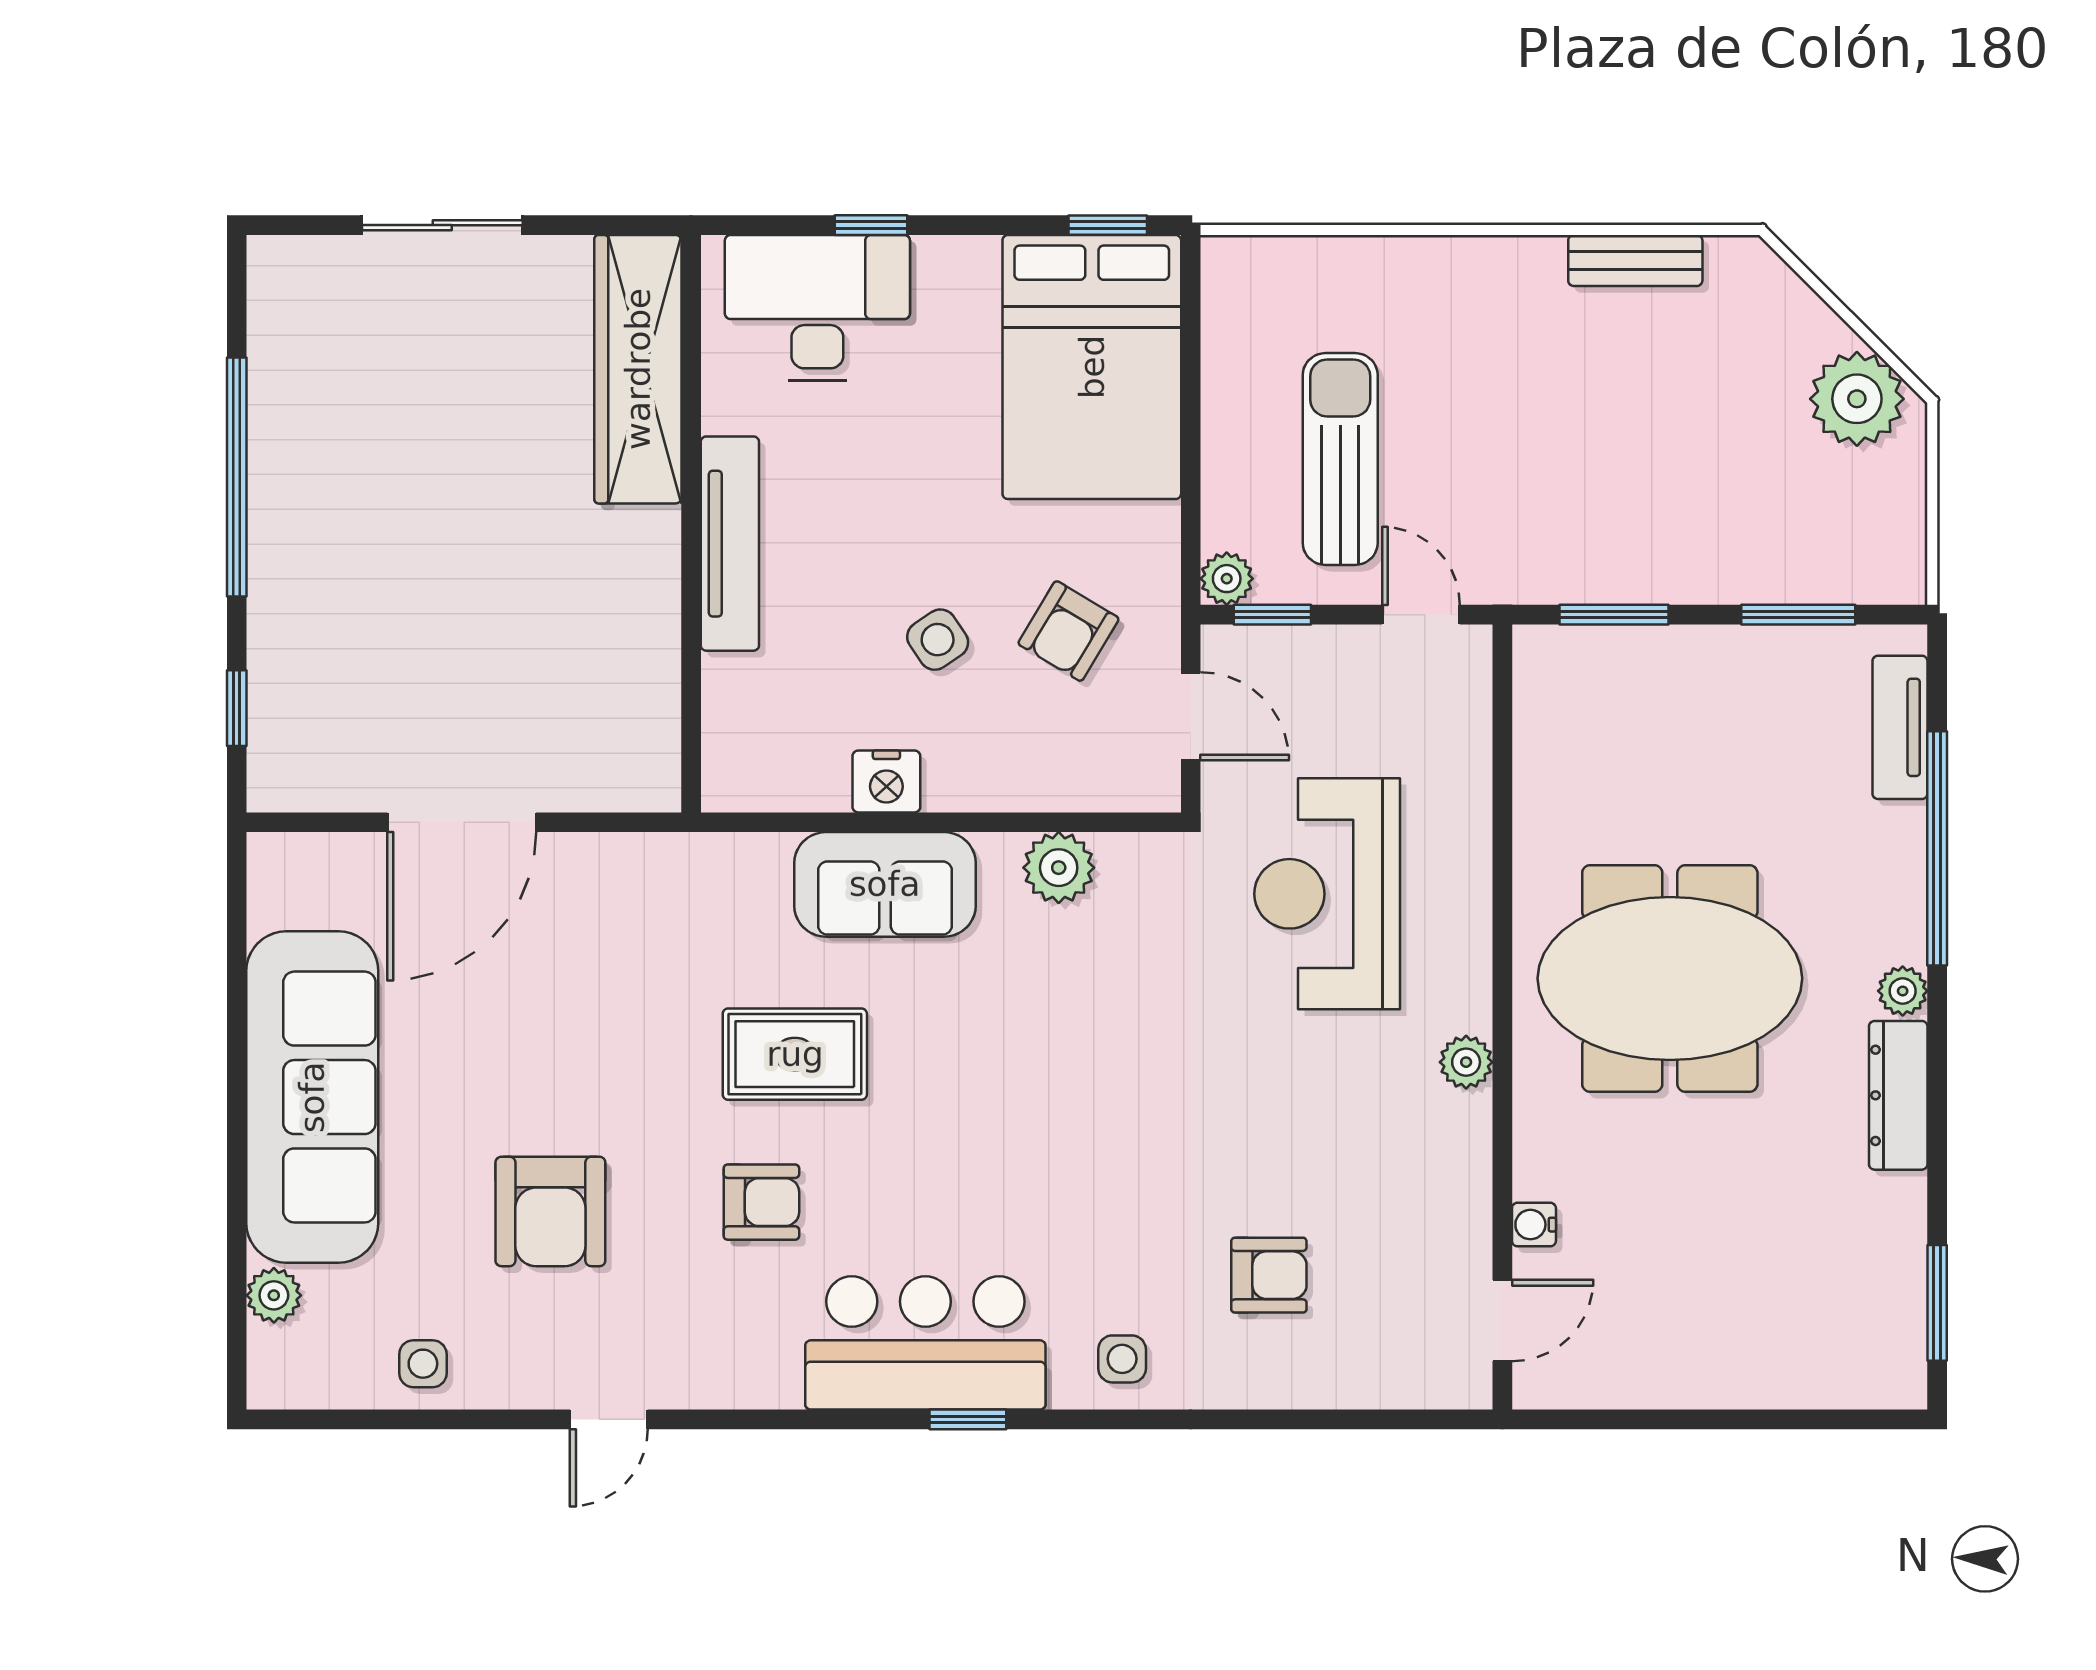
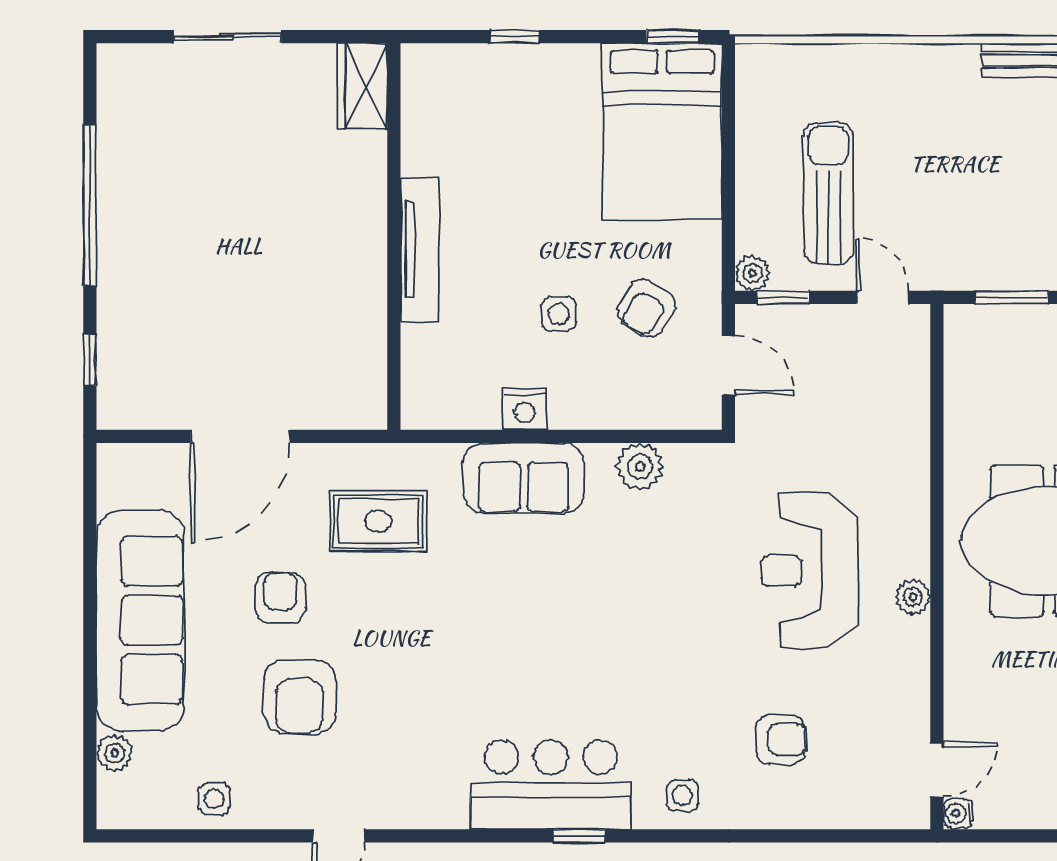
desk: (817, 308) -> (478, 92), removed
wardrobe: (638, 369) -> (363, 86), width x0.48, depth x0.85
side table: (938, 640) -> (559, 314), turned 34
reception desk: (1327, 894) -> (809, 571), moved
rug: (795, 1054) -> (378, 521), moved
armchair: (761, 1202) -> (280, 597), moved, turned -90
water cooler: (1534, 1225) -> (958, 813), moved

